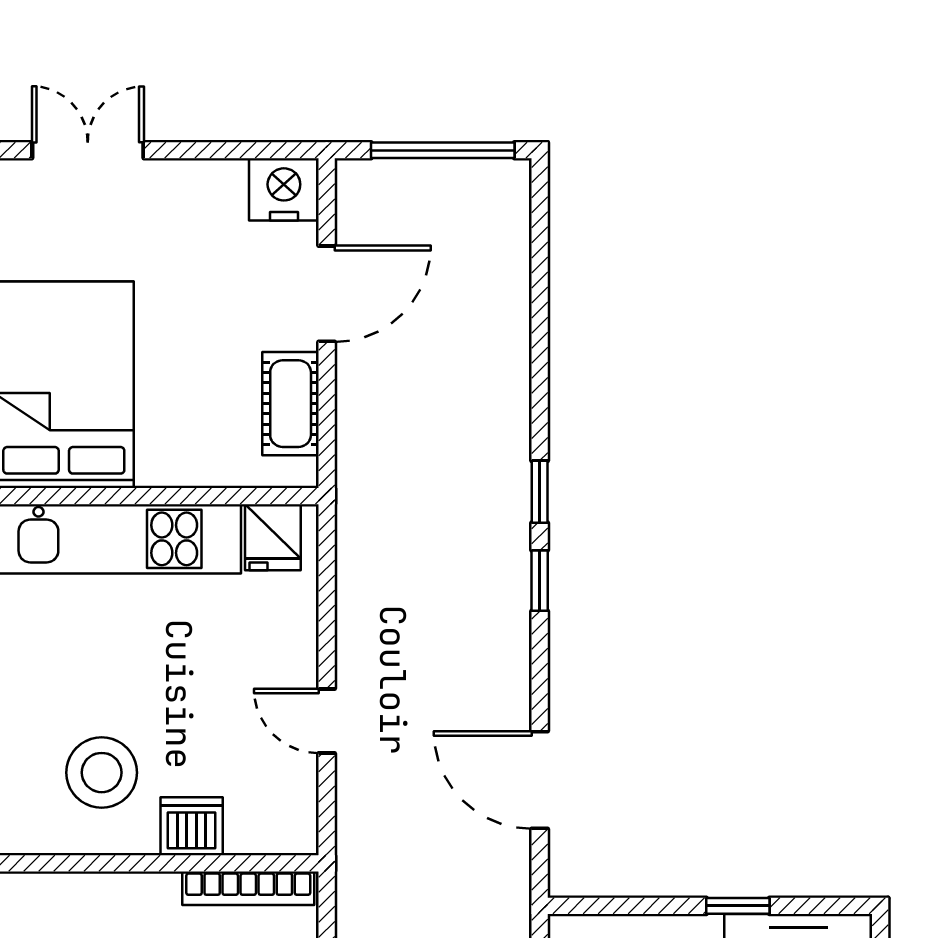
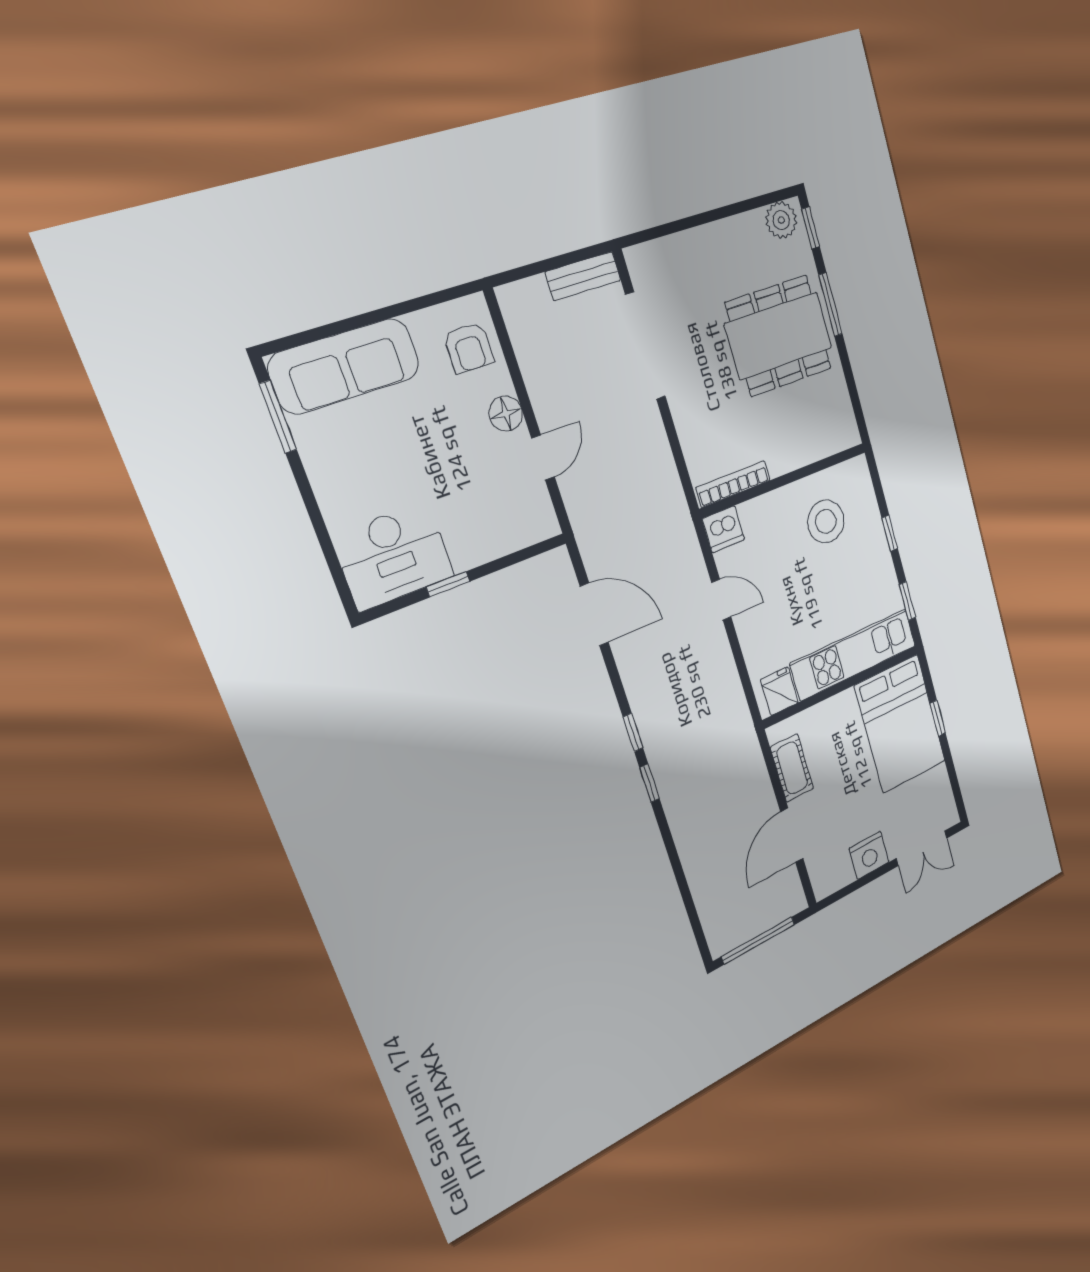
nightstand: (284, 189) -> (869, 855), moved
dishwasher: (192, 826) -> (723, 529), moved

